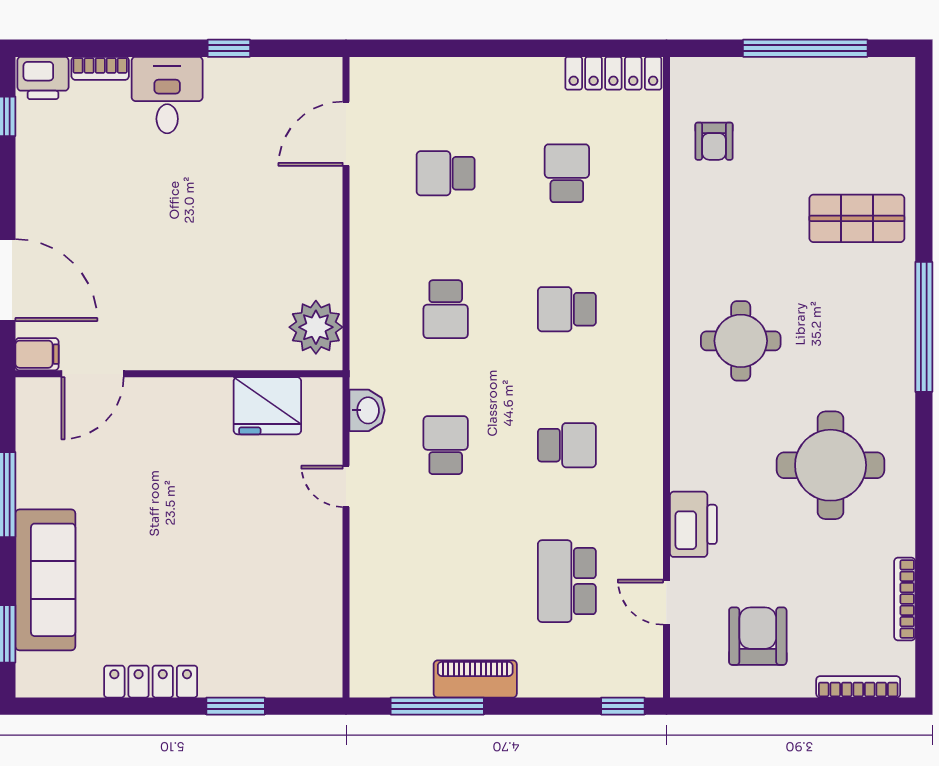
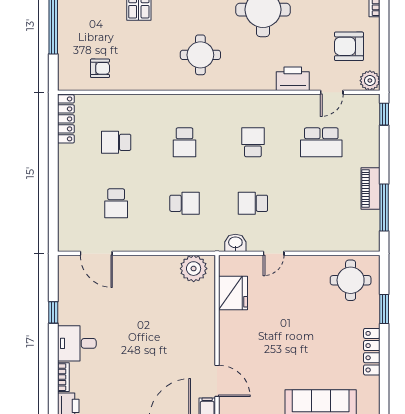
round table: (293, 639) -> (351, 280), added
plant: (690, 678) -> (370, 81), added

